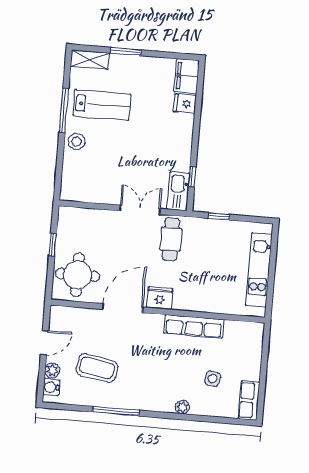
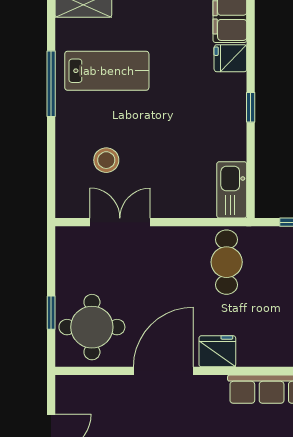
stool: (76, 142) -> (106, 160), moved
window: (192, 177) -> (251, 107), moved
double door: (140, 210) -> (120, 222), moved
window: (53, 245) -> (51, 313), moved

